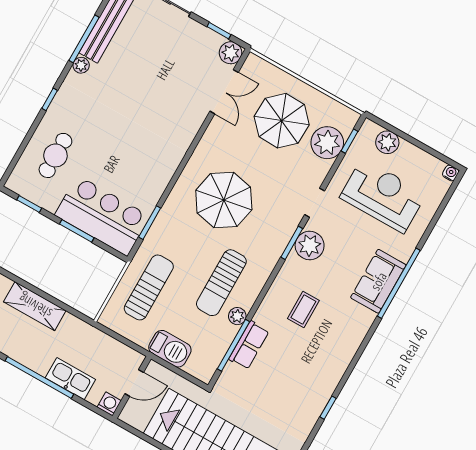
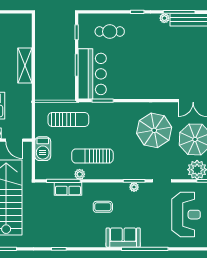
parasol: (224, 200) -> (154, 130), moved
plant: (310, 246) -> (134, 187), width x0.53, depth x0.53
sofa: (378, 281) -> (123, 238), moved

